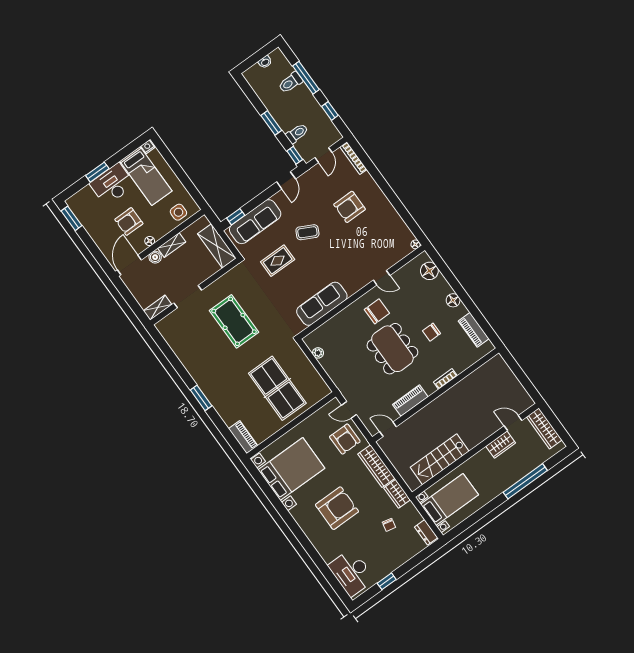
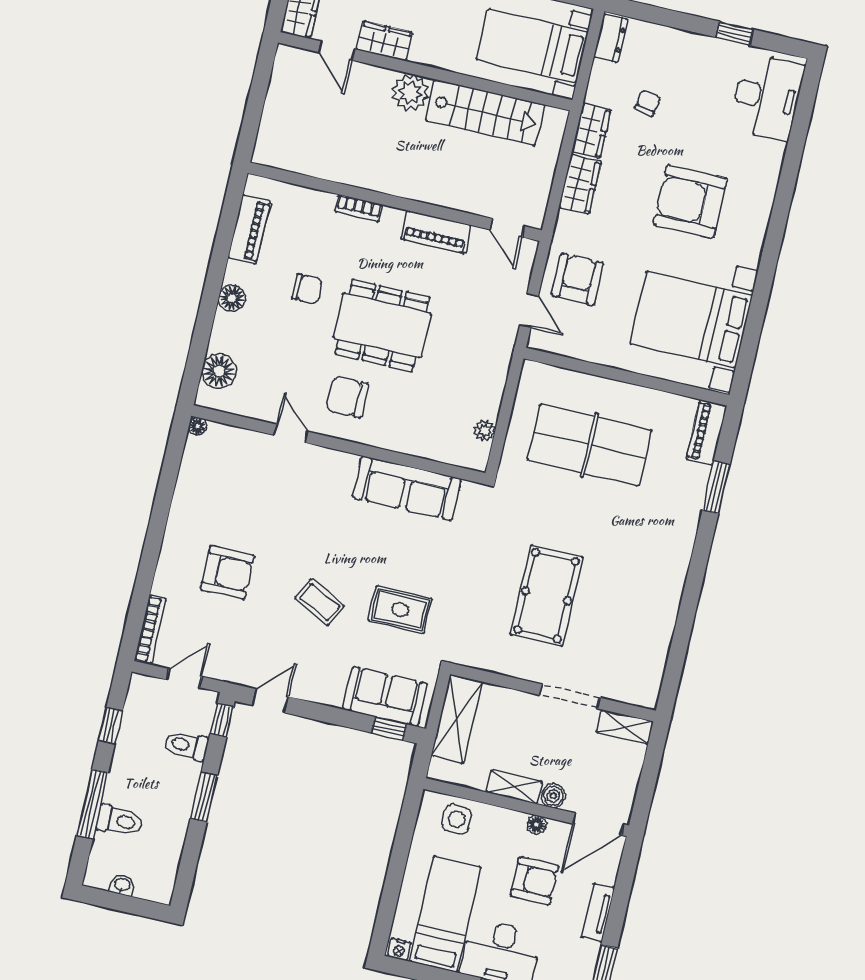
sofa: (255, 222) -> (385, 696), width x0.73
tv unit: (95, 235) -> (598, 913), added
dining table: (392, 349) -> (382, 325), turned 90
table tennis table: (277, 388) -> (590, 445), turned 90
window: (201, 398) -> (716, 487), moved
plant: (472, 437) -> (410, 93), added
wardrobe: (376, 466) -> (580, 184), width x0.67

